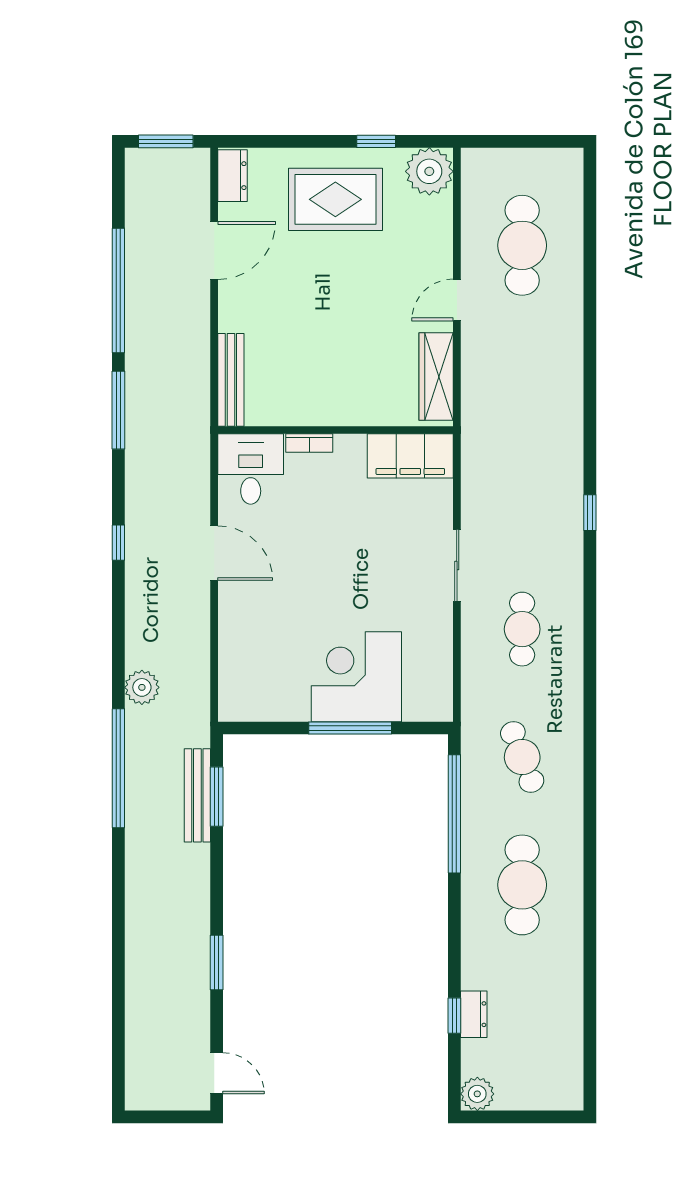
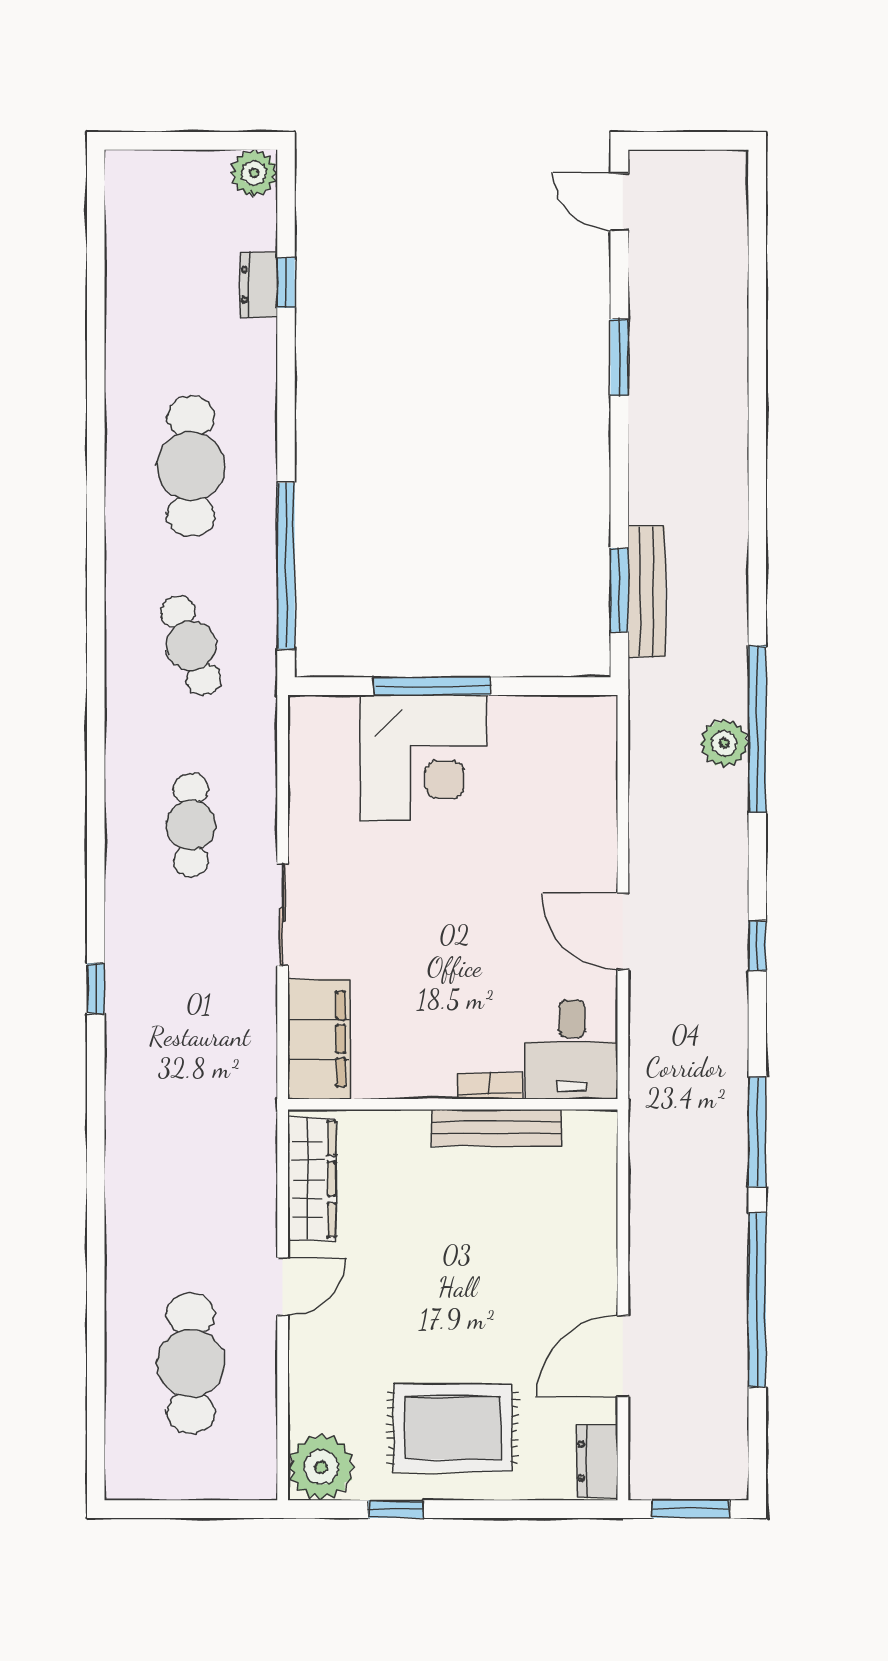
bench: (231, 380) -> (496, 1128), moved, turned 90
filing cabinet: (410, 456) -> (319, 1039), moved, turned 90
window: (118, 768) -> (757, 729), moved

